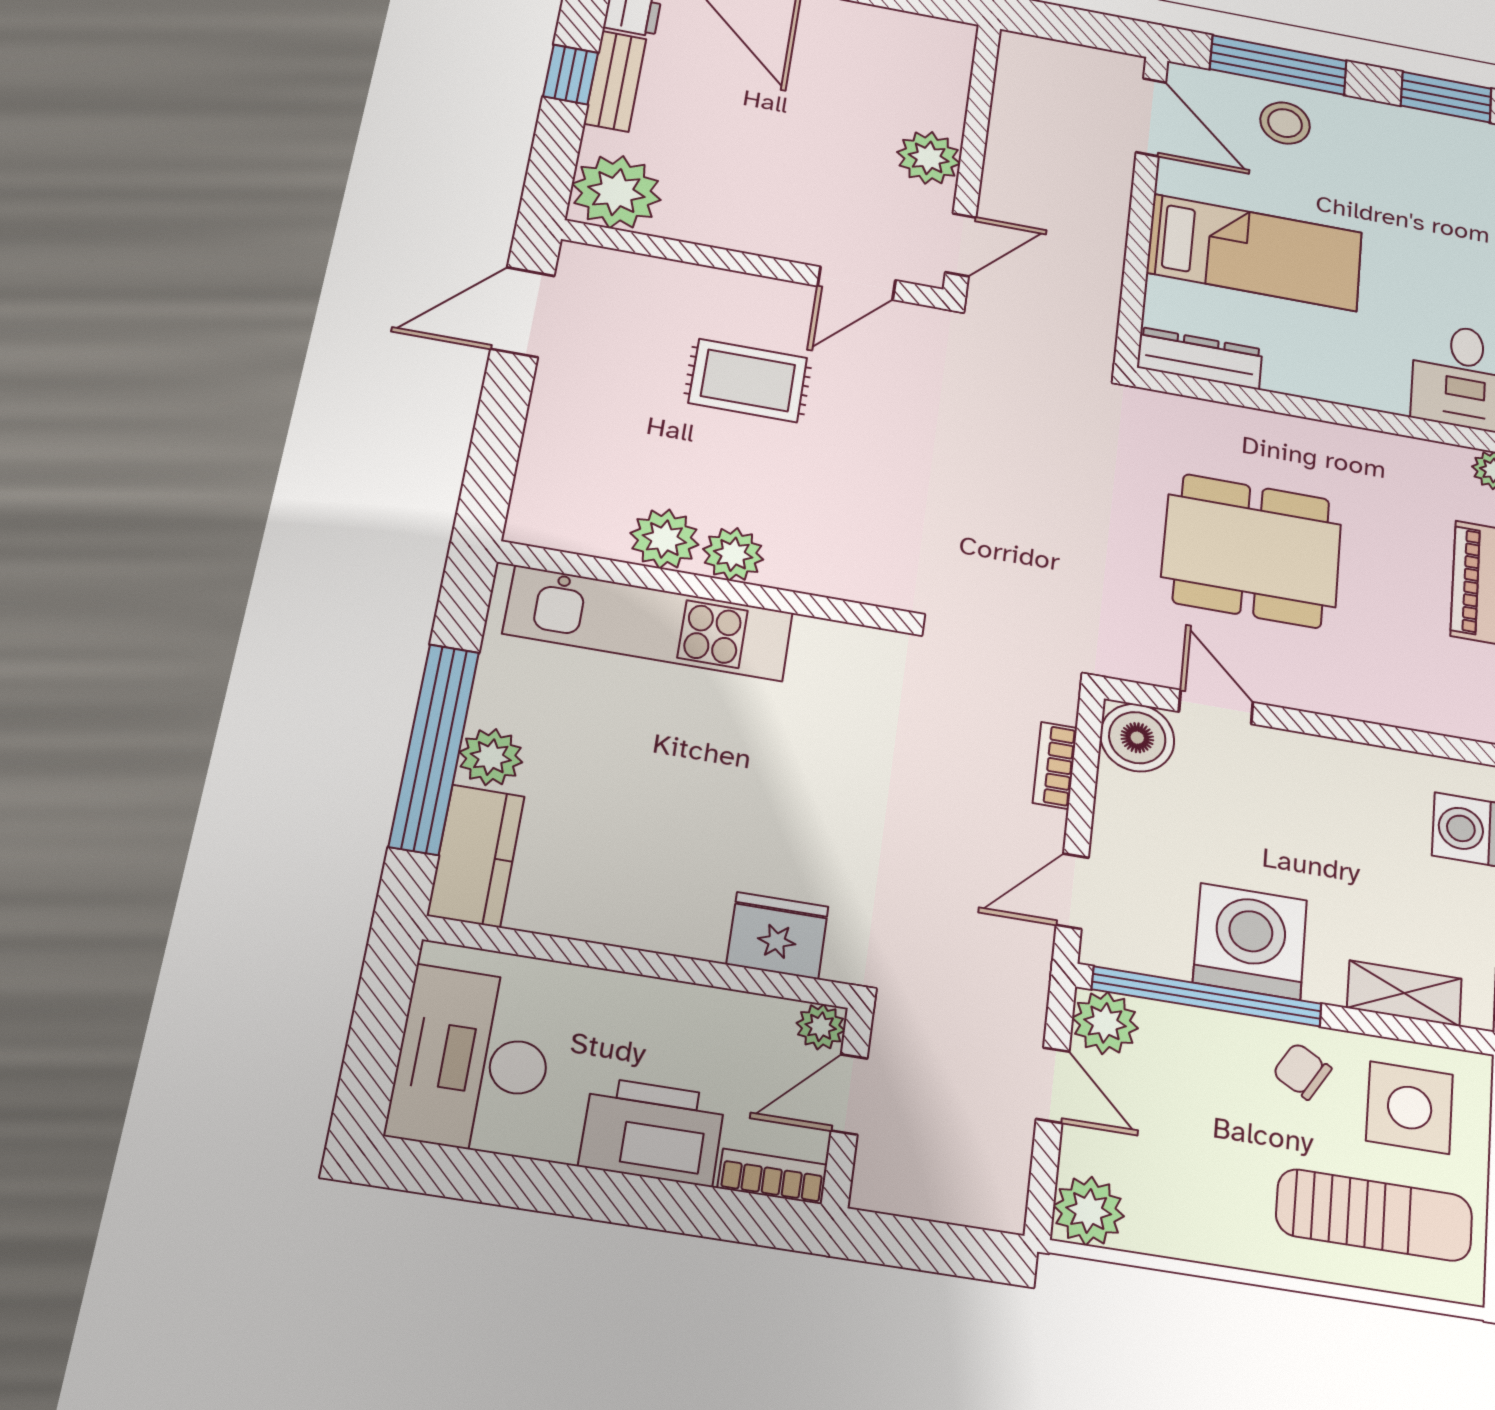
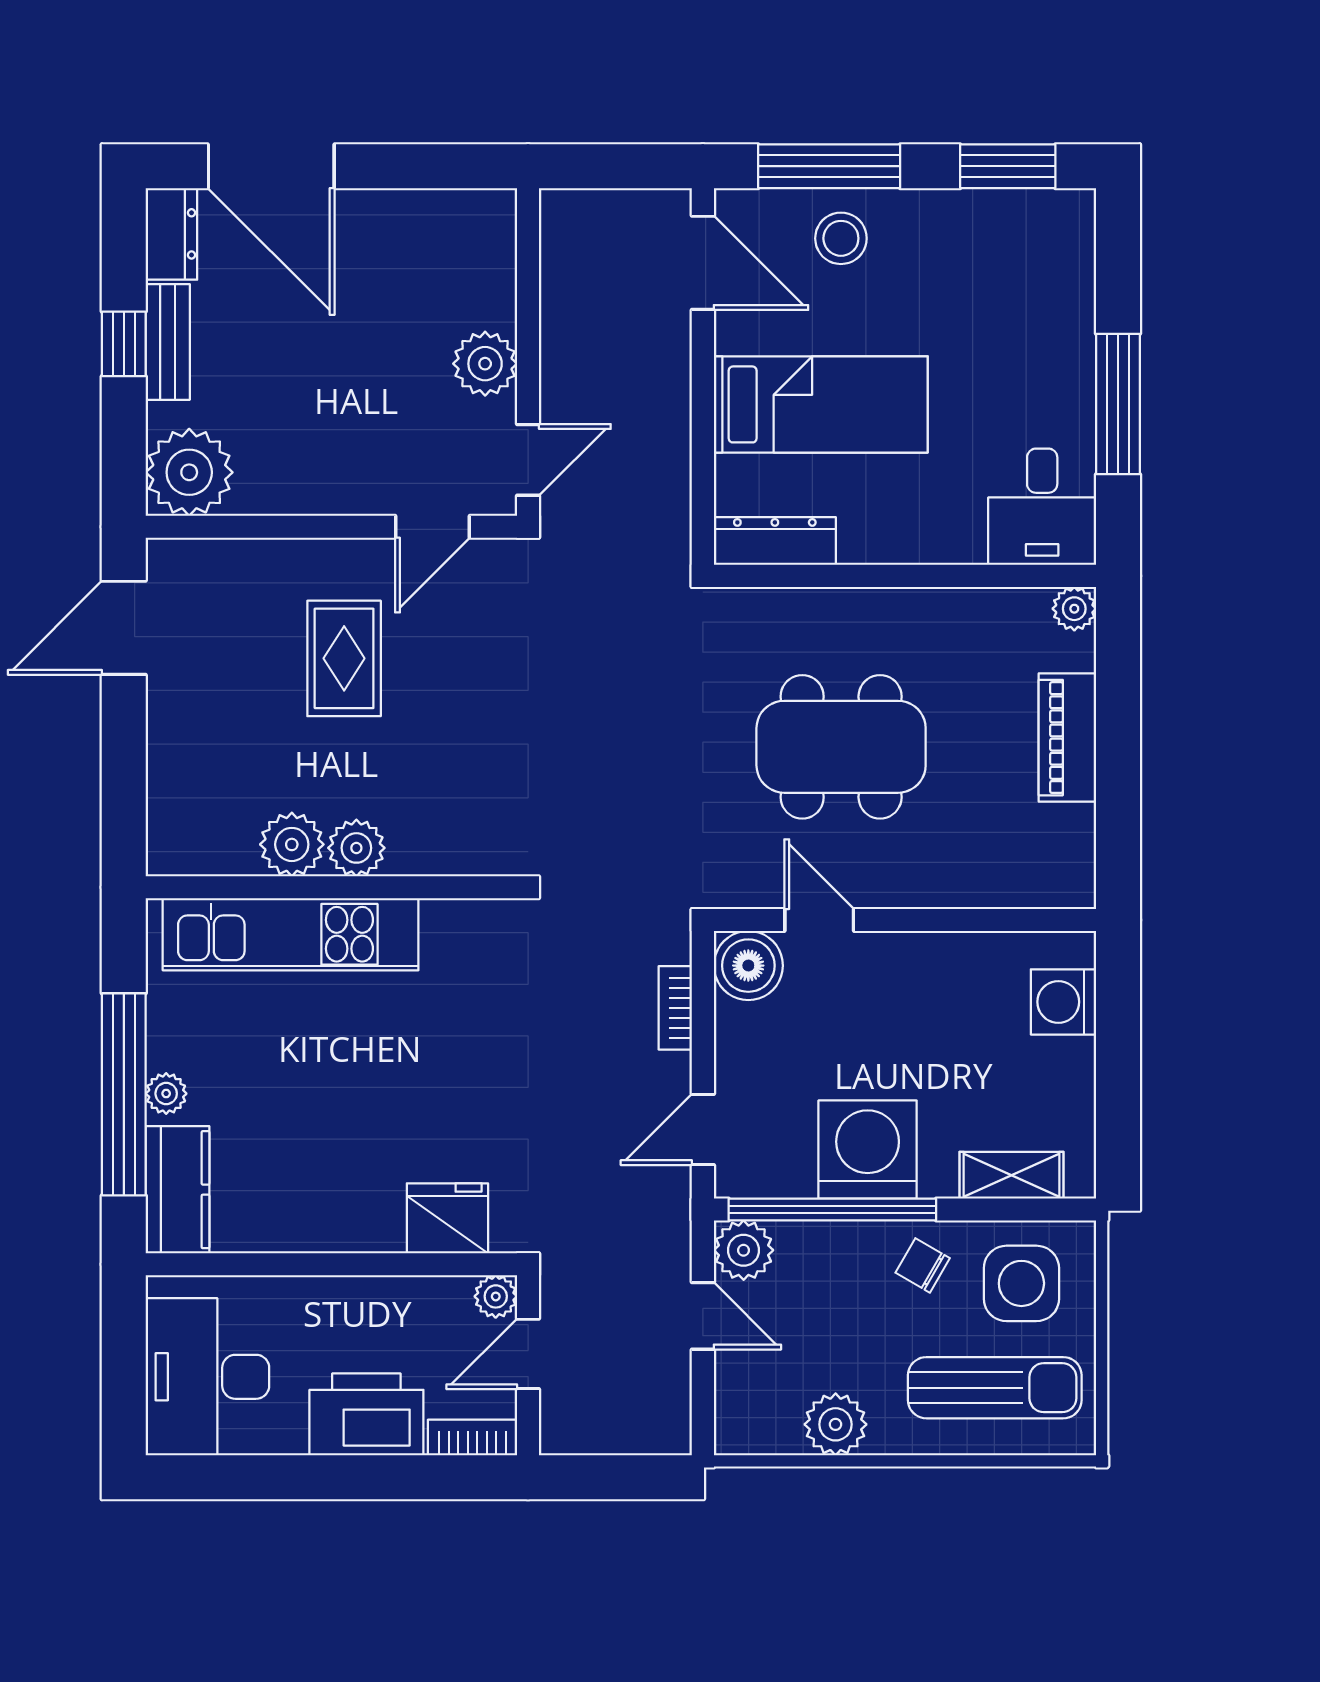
rug: (748, 380) -> (344, 658), turned 90
plant: (491, 757) -> (166, 1094), width x0.73, depth x0.73
plant: (1089, 1211) -> (836, 1424), moved

